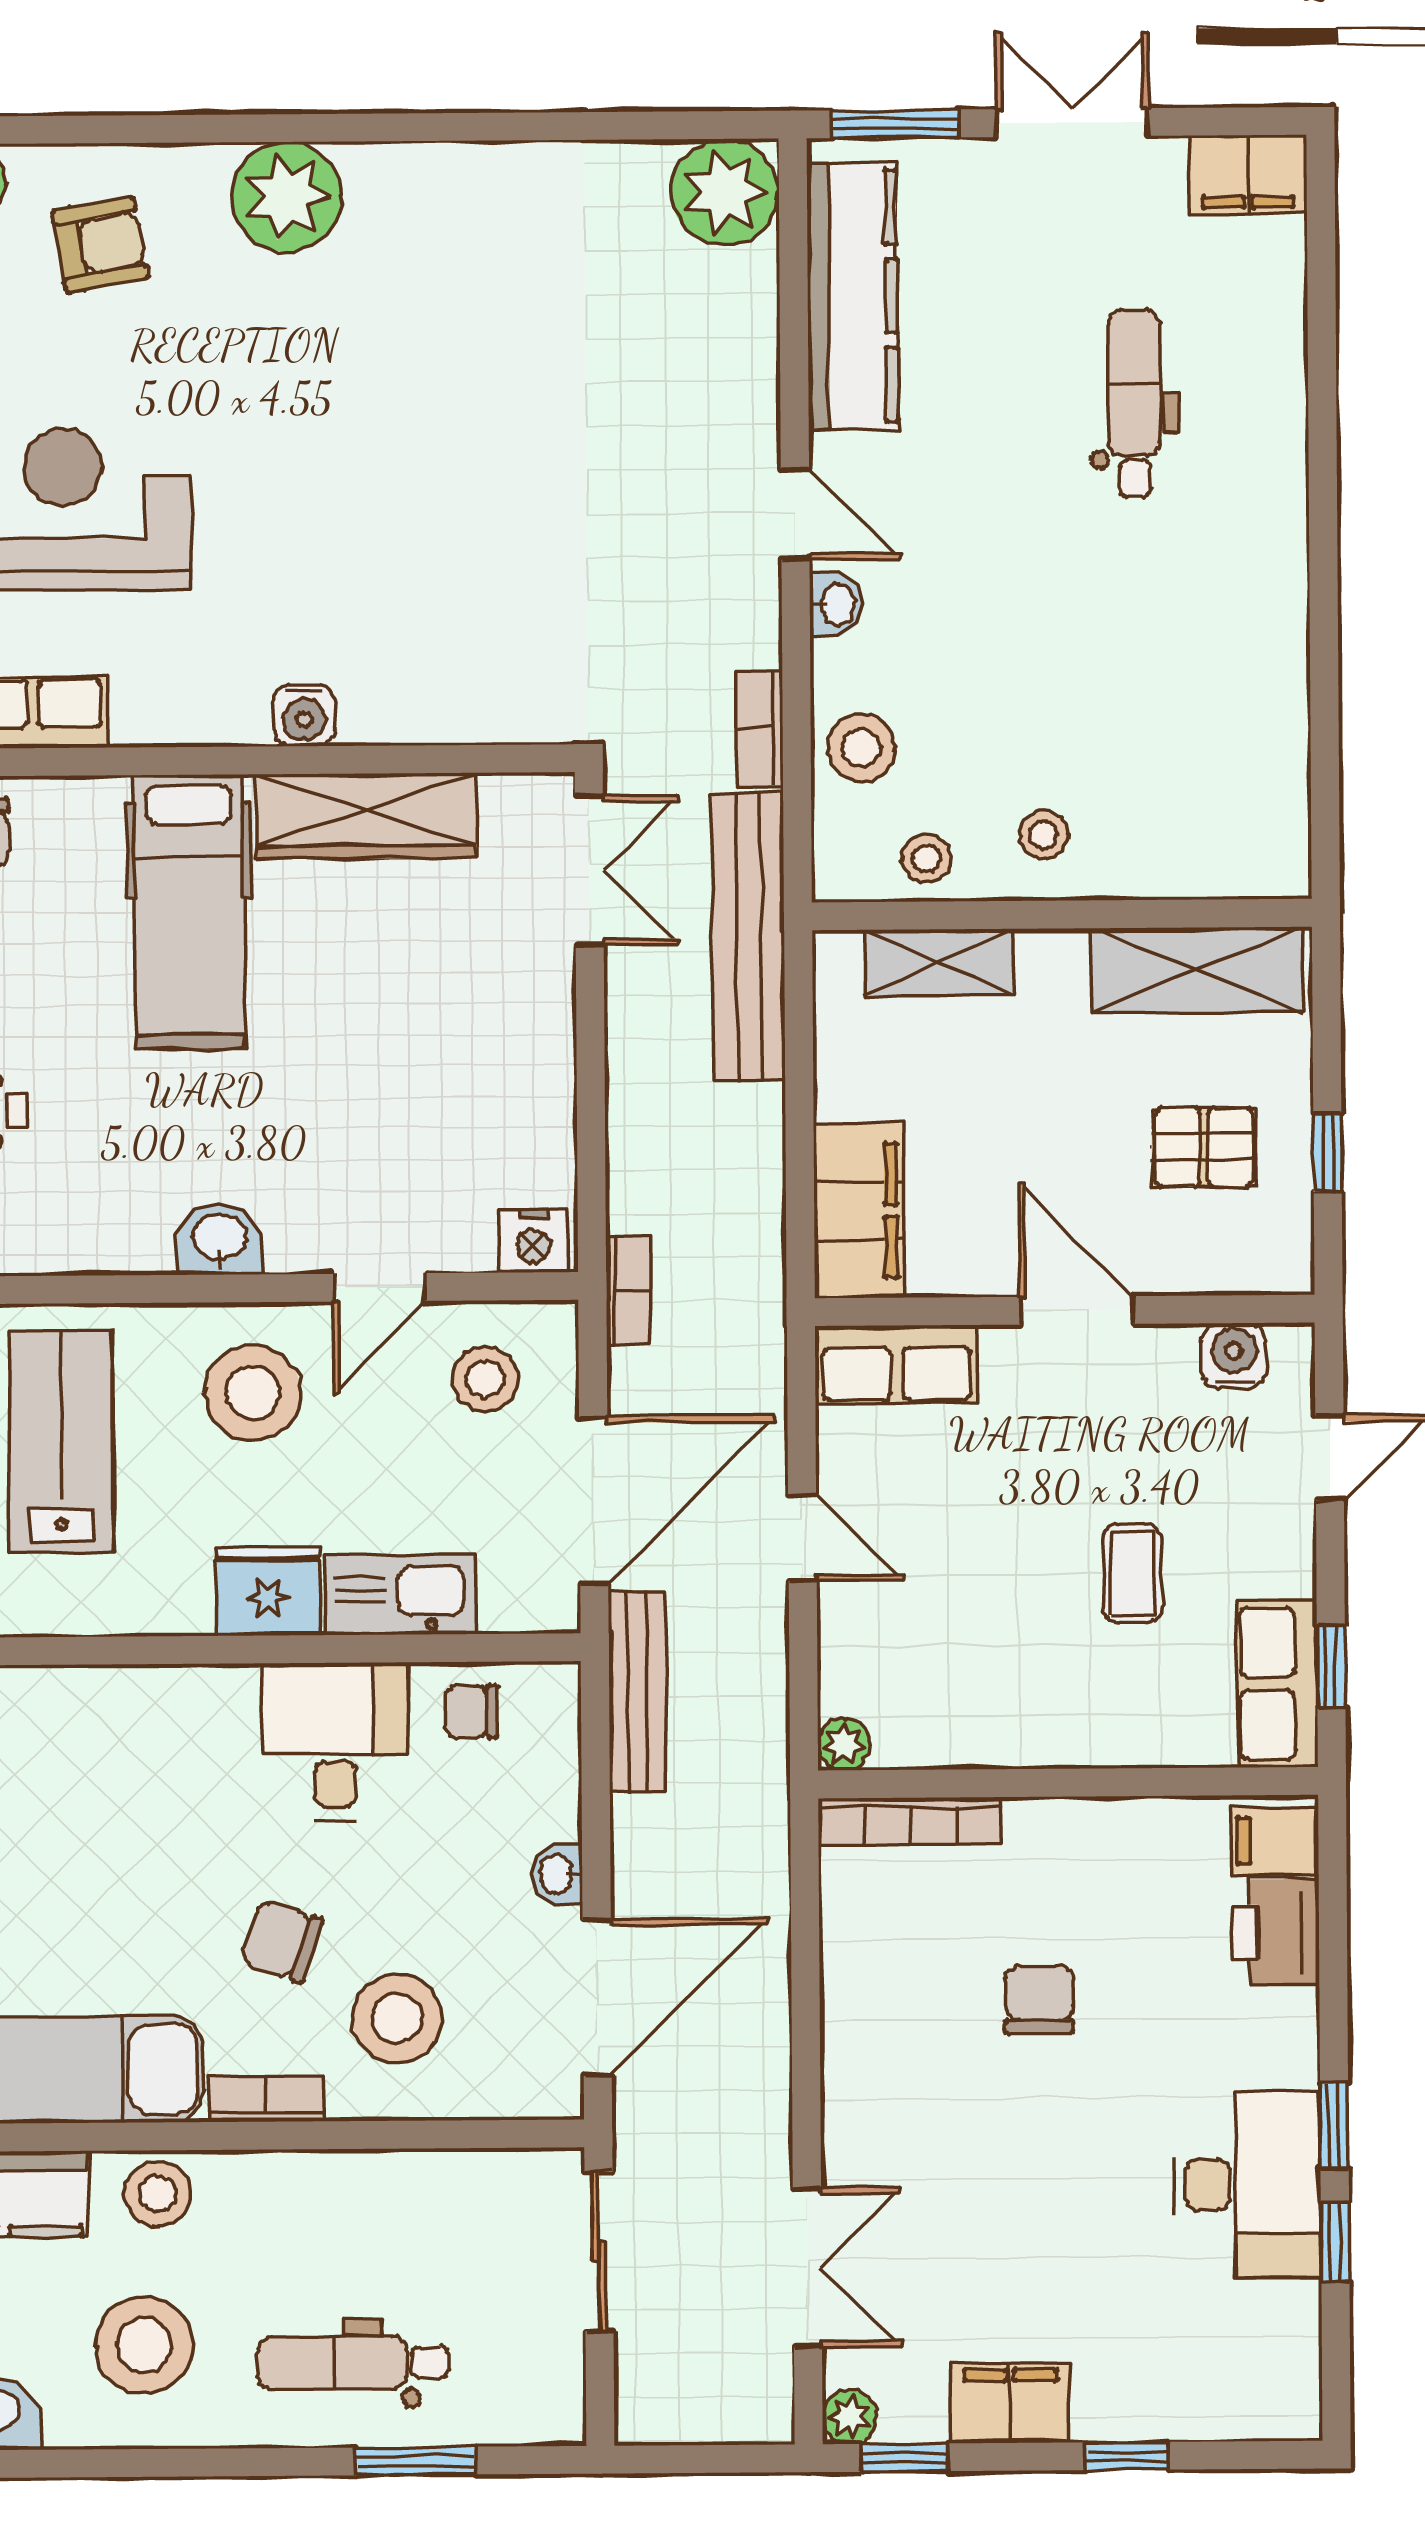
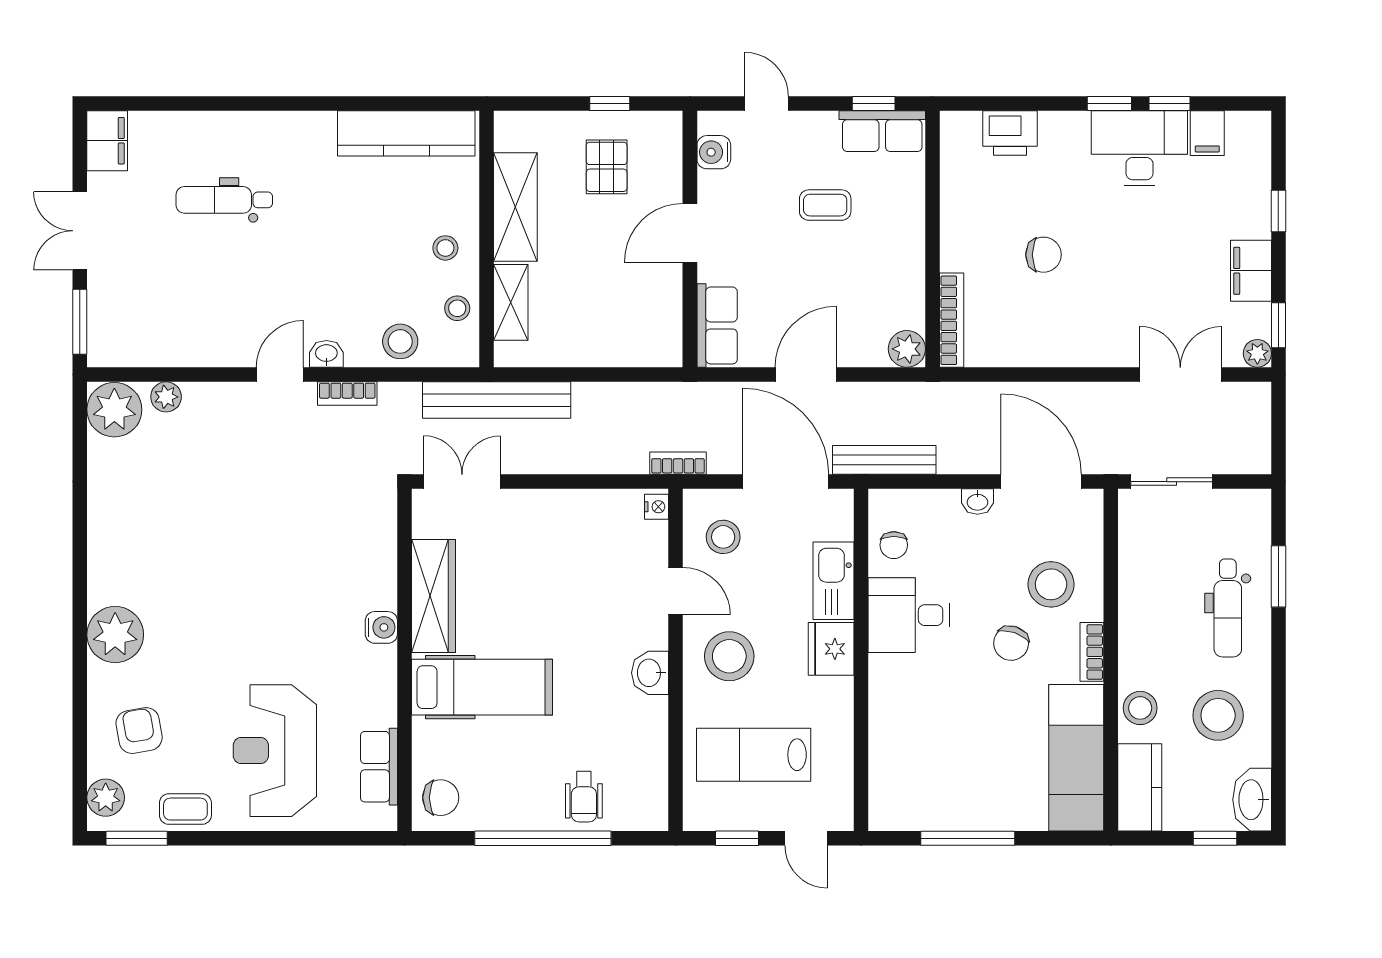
plant: (750, 293) -> (166, 397), added
kitchen counter: (852, 296) -> (406, 133), moved, turned 180
bookcase: (760, 729) -> (347, 394), moved
shelving: (1197, 970) -> (515, 207), moved
filing cabinet: (859, 1211) -> (638, 344), removed
nightstand: (533, 1241) -> (657, 507), width x0.72, depth x0.74
door: (802, 1538) -> (806, 375), width x1.38
plant: (844, 1744) -> (907, 349), width x1.38, depth x1.38
filing cabinet: (1274, 1841) -> (1207, 133), moved
chair: (1039, 1999) -> (1044, 255), turned 180

